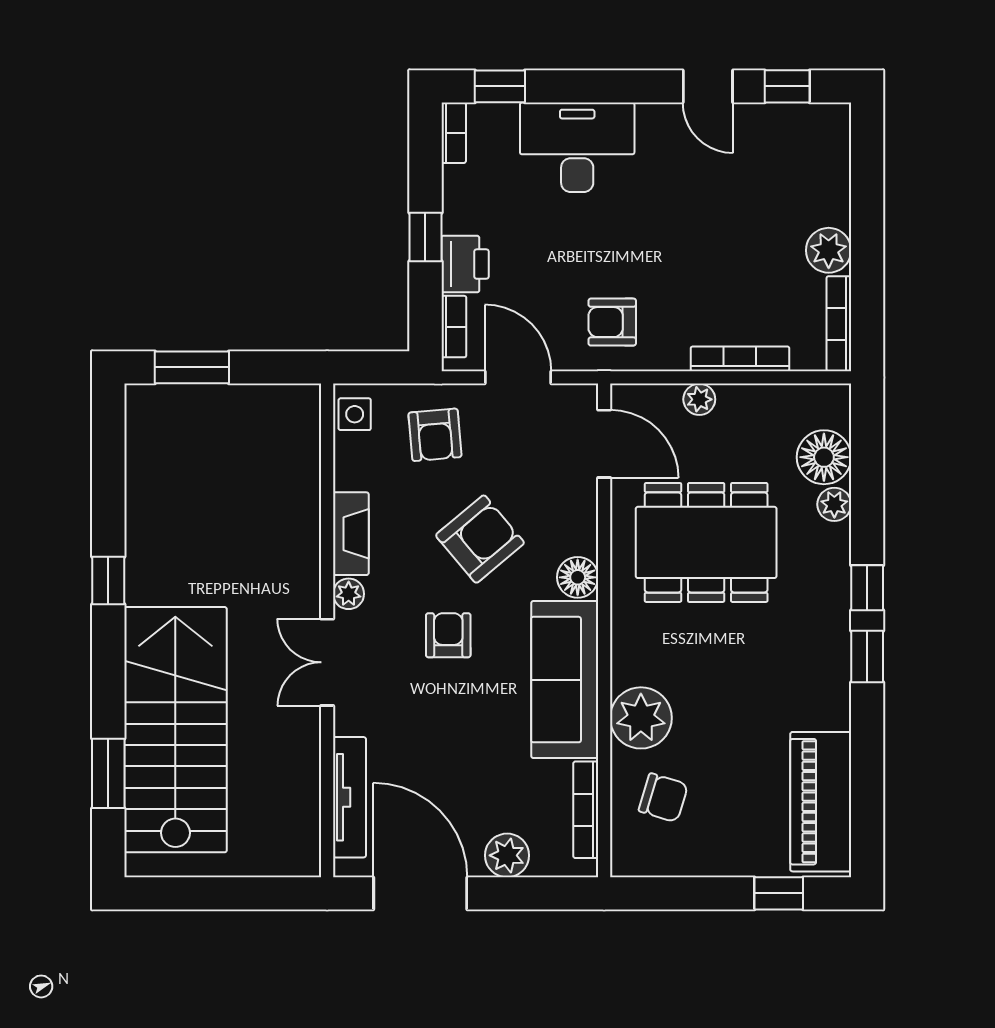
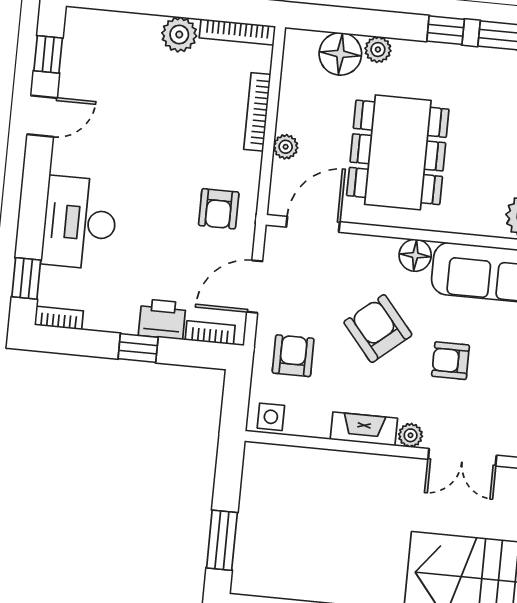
armchair: (435, 435) -> (293, 356), turned -85

